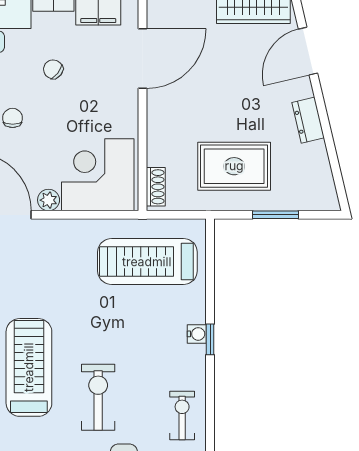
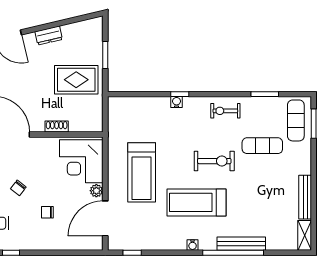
rug: (234, 166) -> (76, 80), turned 90
shoe rack: (156, 187) -> (57, 127), moved
treadmill: (147, 262) -> (142, 172), moved
exercise bike: (98, 397) -> (214, 161), turned 180

